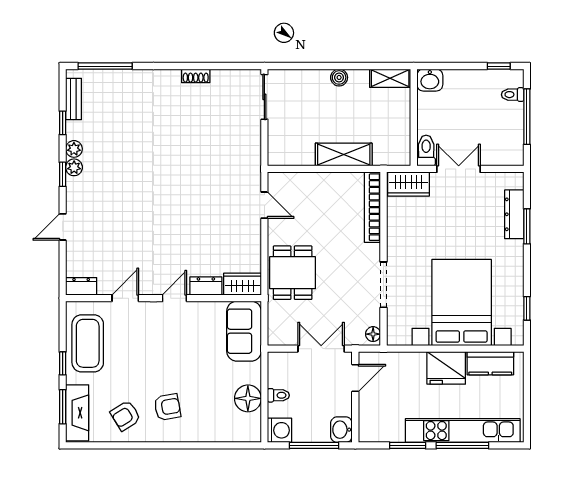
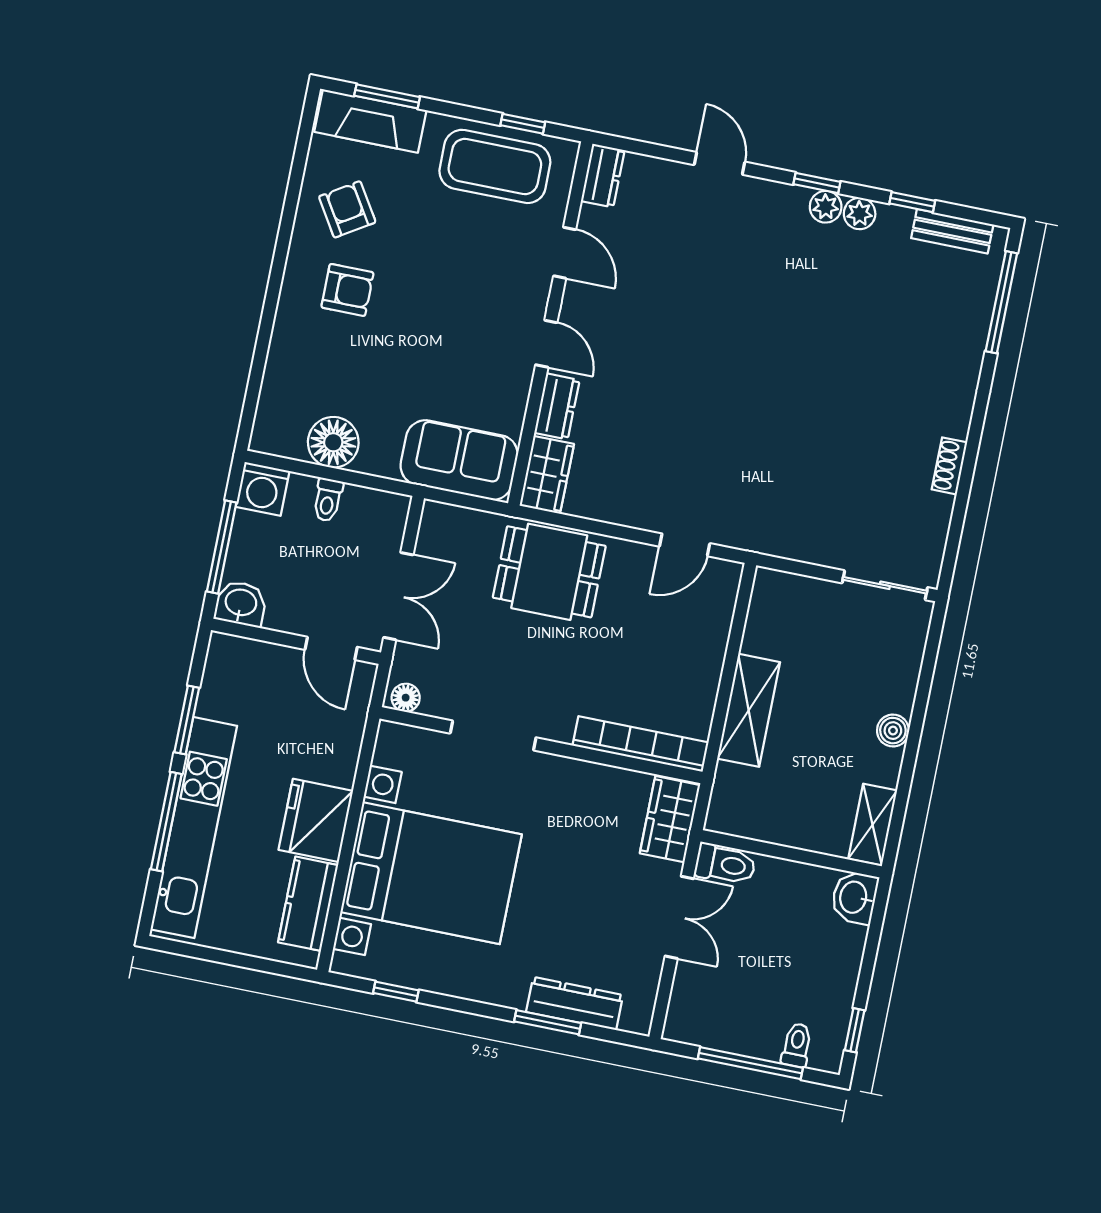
window: (63, 363) -> (523, 124), moved
armchair: (167, 407) -> (347, 290), turned -80

